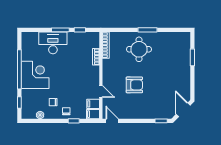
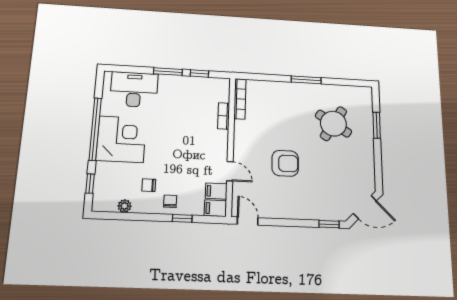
desk: (53, 43) -> (134, 89), moved
round table: (139, 49) -> (333, 124), moved, turned 32
door: (183, 110) -> (365, 207), swing flipped

